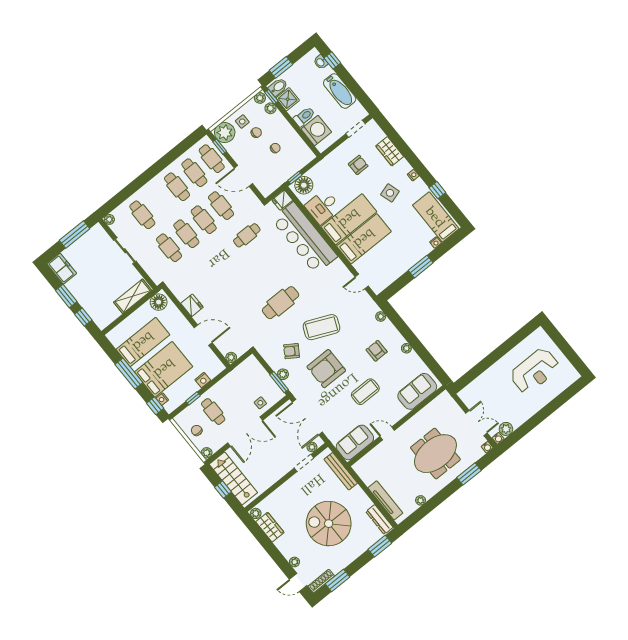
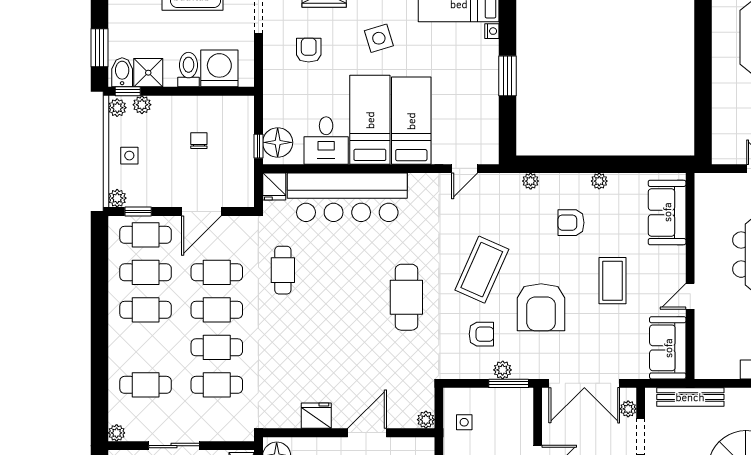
plant: (225, 133) -> (117, 198), width x0.53, depth x0.53
chair: (256, 133) -> (159, 149), removed
armchair: (292, 351) -> (481, 334), turned -123
side table: (260, 403) -> (464, 422), moved

